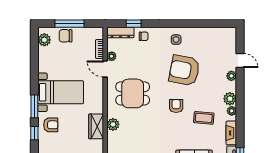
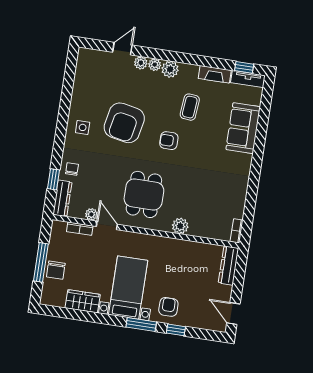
plant: (44, 40) -> (57, 298), removed
door: (105, 69) -> (107, 225), swing flipped
plant: (232, 111) -> (155, 65), moved
wardrobe: (96, 126) -> (83, 301), moved, turned 180

